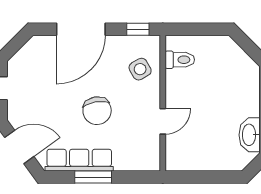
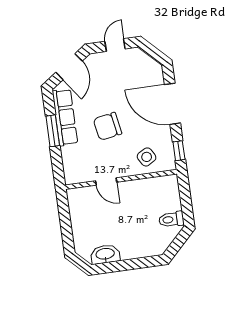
toilet: (180, 60) -> (171, 219), moved, turned 90

